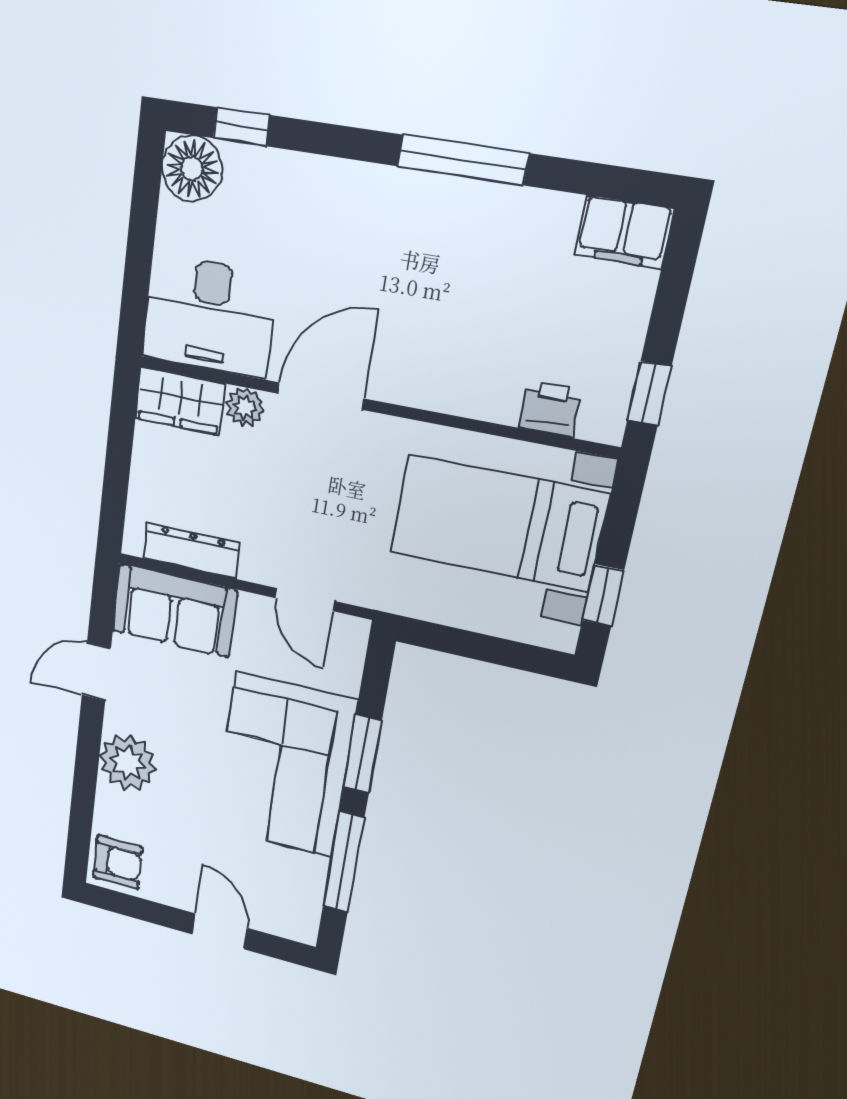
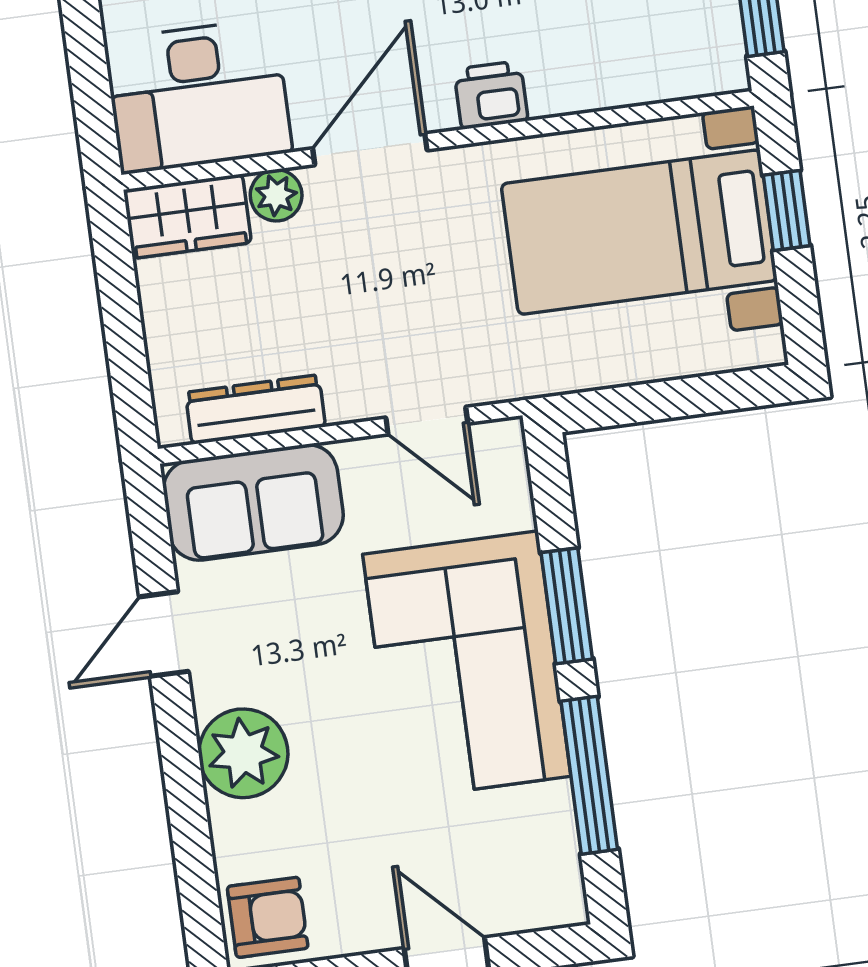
printer: (550, 409) -> (491, 95), moved
window: (603, 595) -> (787, 210), moved

